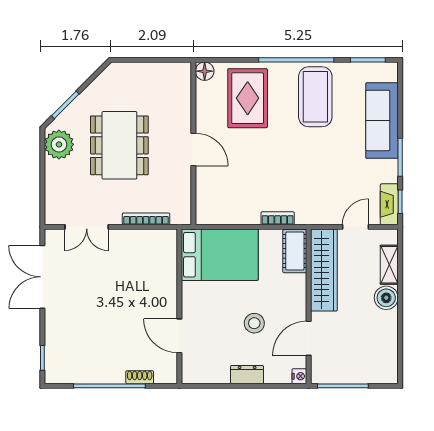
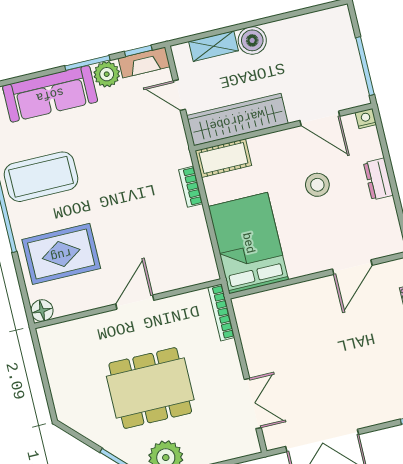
plant: (387, 171) -> (107, 74), added
bookcase: (146, 219) -> (221, 312), moved

